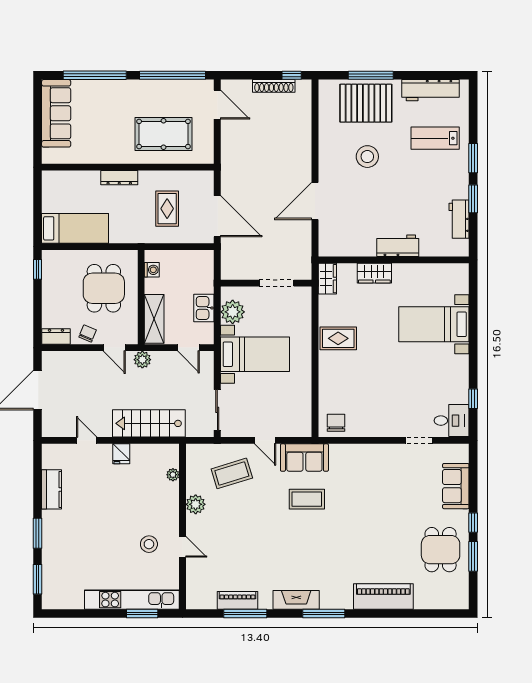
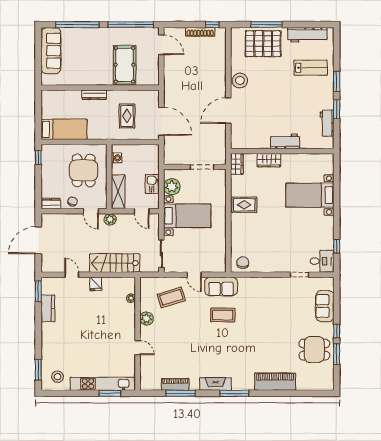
pool table: (164, 134) -> (125, 65), turned 90
lab bench: (435, 138) -> (311, 68), turned 180
stool: (367, 157) -> (240, 81), moved
window: (38, 533) -> (38, 291), moved
stool: (149, 544) -> (57, 377), moved
dining table: (441, 550) -> (314, 350), turned 90

